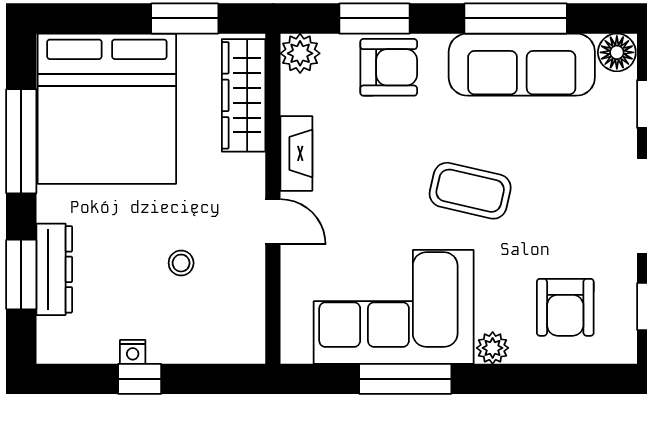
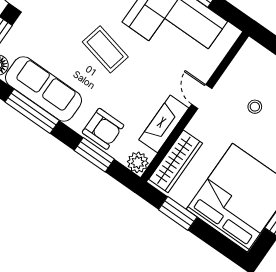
armchair: (389, 67) -> (103, 129), turned 180
fireplace: (296, 153) -> (164, 124), width x1.37, depth x1.32

